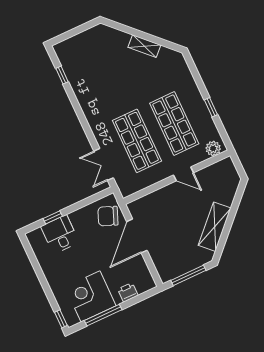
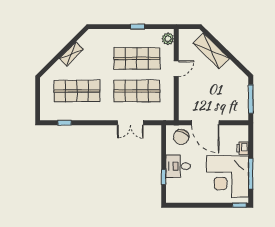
shop shelf: (105, 72) -> (77, 91), added
double door: (104, 164) -> (130, 123), moved
shelving: (215, 227) -> (211, 51), moved
desk: (60, 234) -> (178, 166), moved
corner desk: (90, 296) -> (228, 176), width x1.36, depth x1.36

